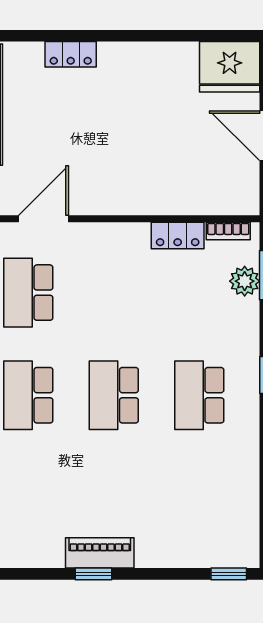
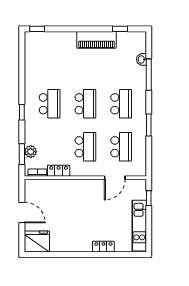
school desk: (114, 293) -> (85, 147), added
piano: (100, 553) -> (96, 40), width x1.37, depth x1.33
window: (93, 574) -> (120, 29), moved

